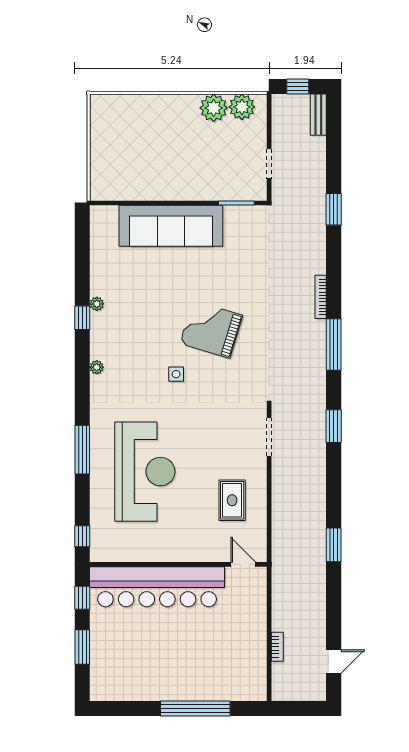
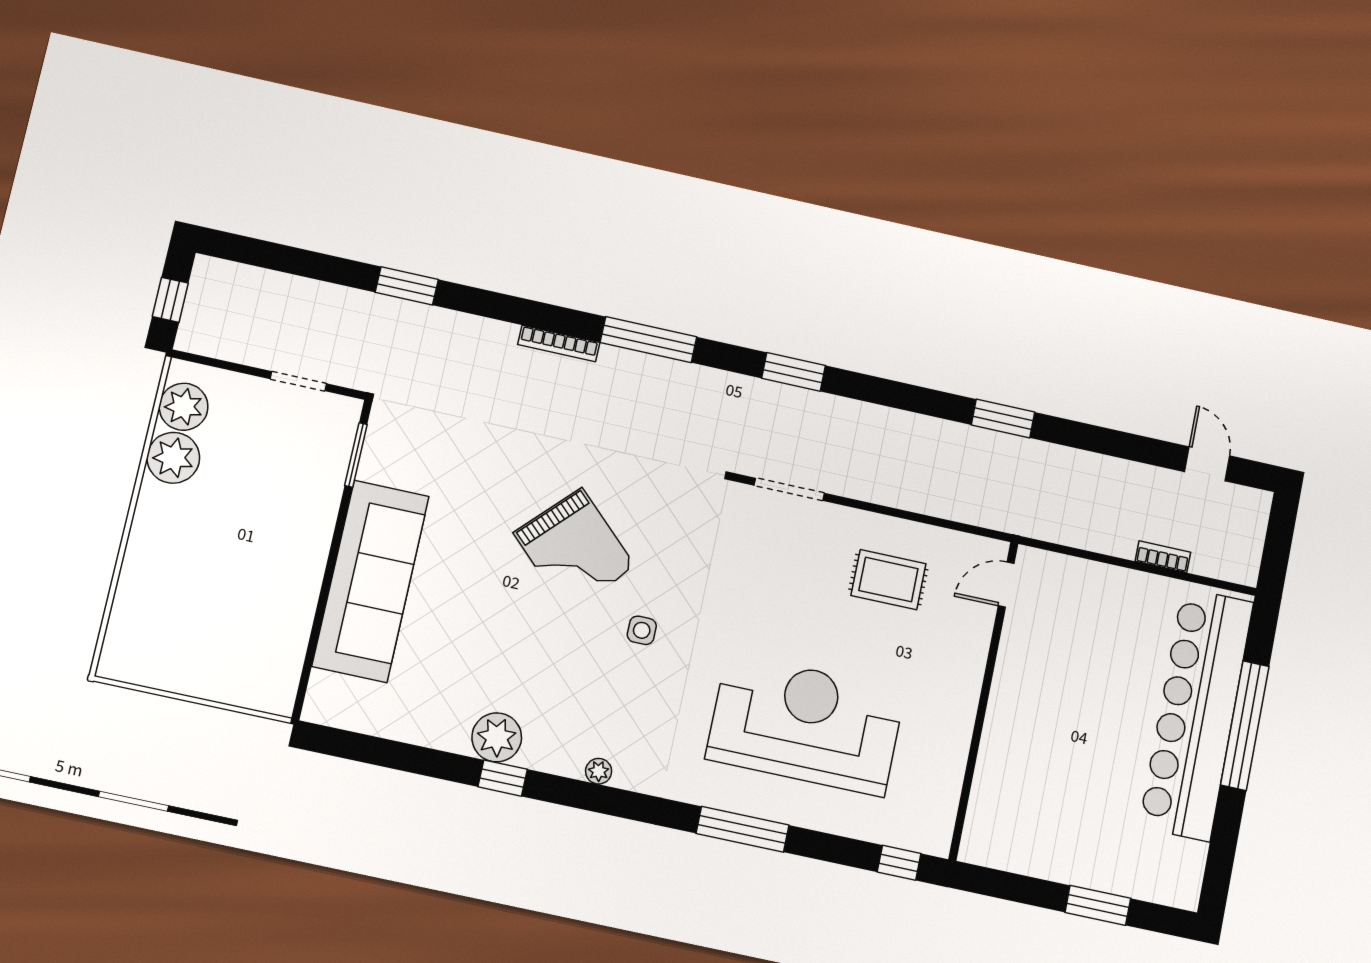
bench: (318, 115) -> (230, 275), removed
plant: (97, 304) -> (497, 737), width x1.87, depth x1.87
grand piano: (211, 329) -> (574, 550), turned -63
bar counter: (157, 587) -> (1196, 714), moved, turned 180
window: (82, 598) -> (1010, 886), removed

